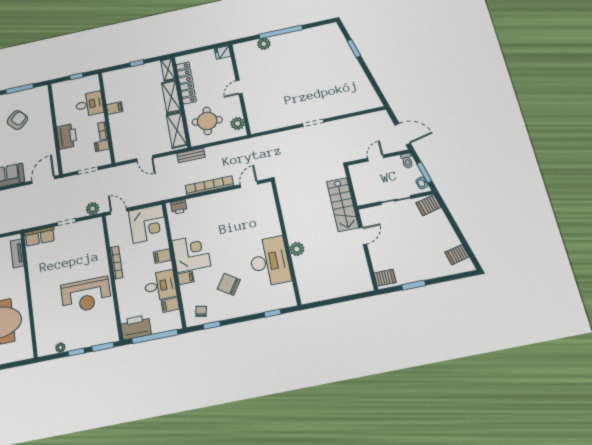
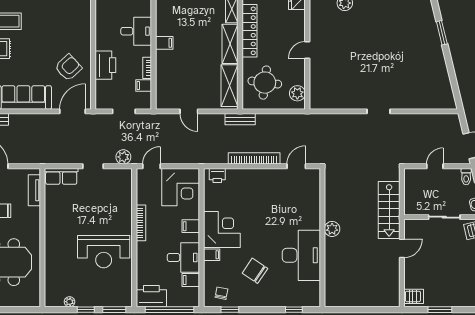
armchair: (17, 120) -> (68, 68), moved
door: (119, 211) -> (151, 166), hinge flipped
plant: (297, 249) -> (332, 229), moved

